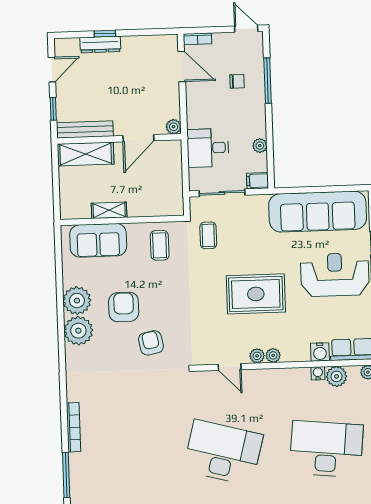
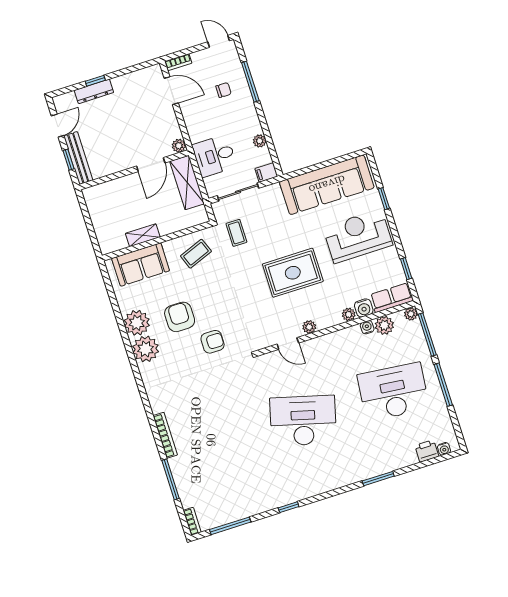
bench: (85, 129) -> (78, 158), moved, turned 90
shelving: (86, 154) -> (187, 182), moved, turned 90
coffee table: (160, 245) -> (196, 254), turned 69
armchair: (151, 343) -> (213, 342), turned 101
plant: (273, 355) -> (349, 314), moved

